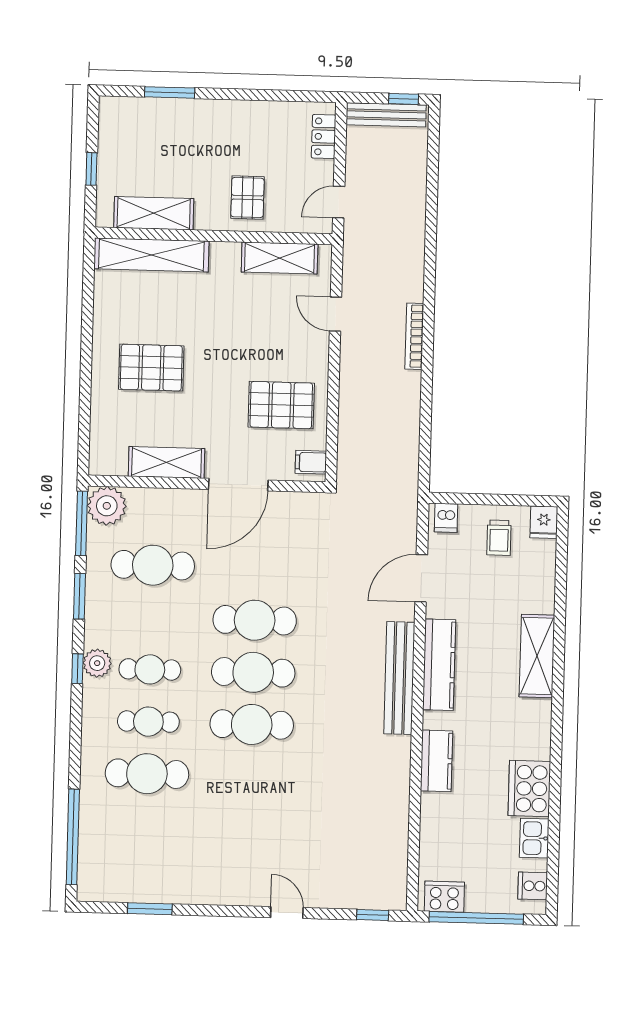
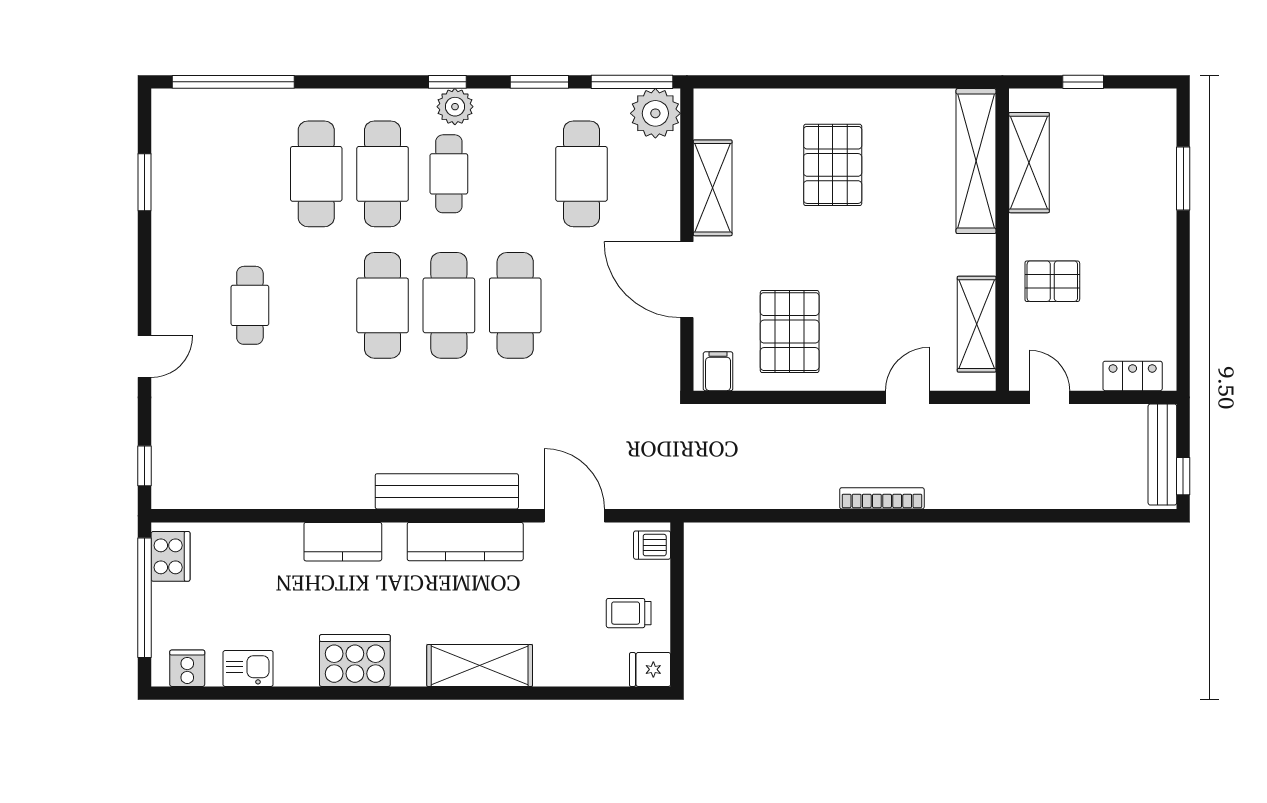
cafe table: (148, 722) -> (383, 174), width x1.37, depth x1.35
cooker: (529, 789) -> (355, 661), moved
cafe table: (249, 829) -> (250, 305), added

